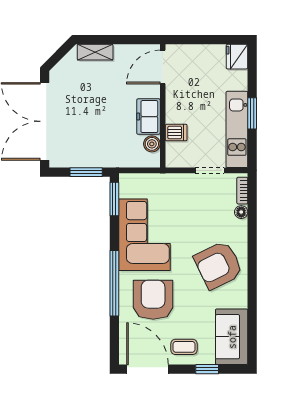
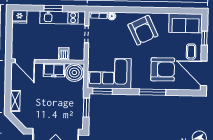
boiler: (152, 144) -> (74, 73), width x1.86, depth x1.86
corner sofa: (144, 235) -> (110, 73), moved
window: (114, 283) -> (152, 92), width x0.68
armchair: (153, 300) -> (163, 69), turned 180
door: (148, 369) -> (204, 73), hinge flipped

